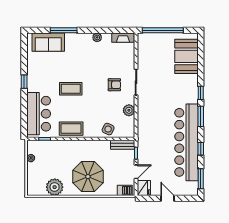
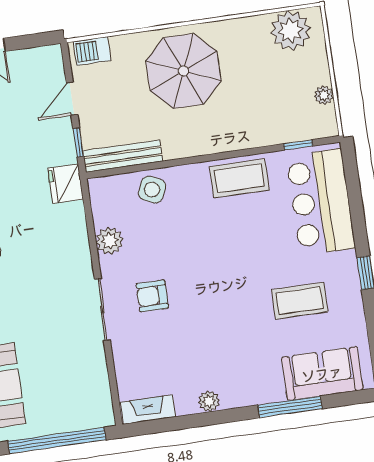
coffee table: (71, 89) -> (300, 301), moved
bench: (123, 145) -> (123, 156), width x1.36
plant: (55, 187) -> (291, 30), moved
fridge: (144, 188) -> (66, 184), moved

